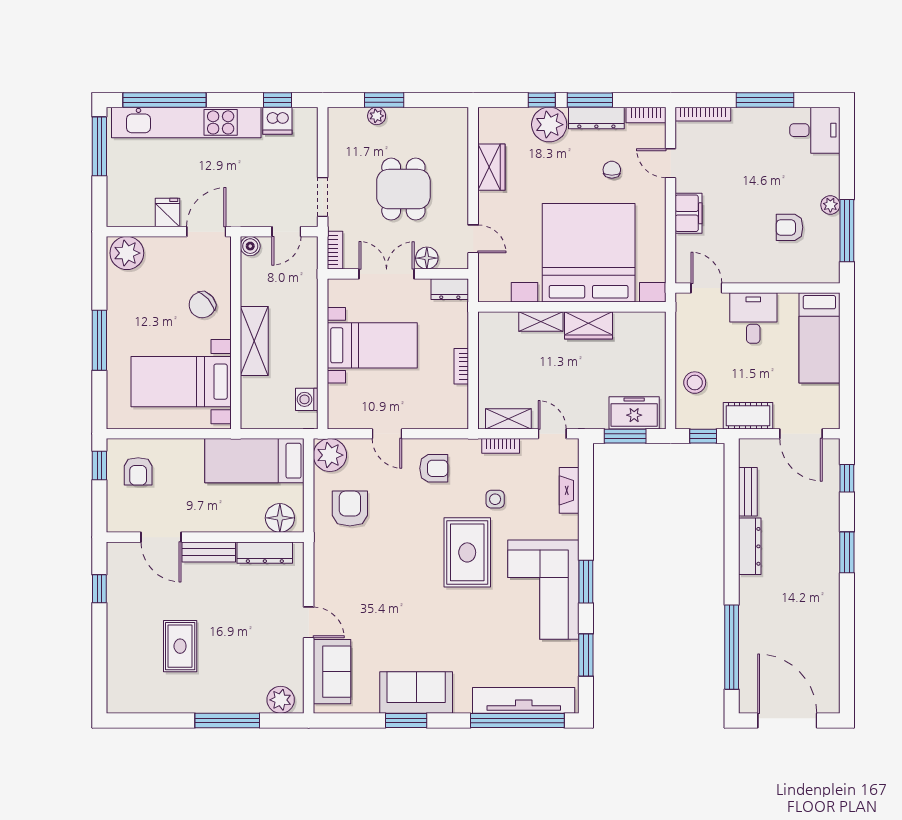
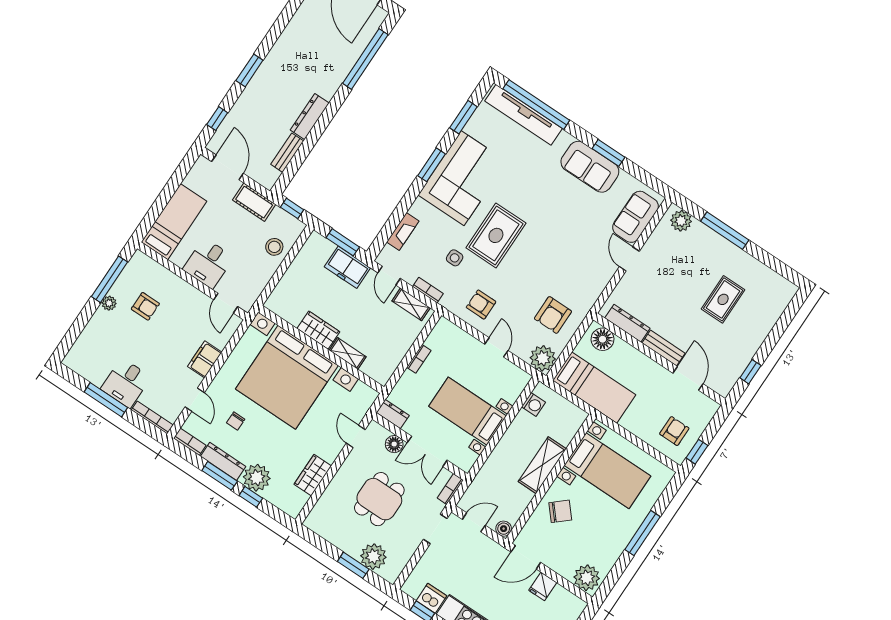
plant: (377, 116) -> (373, 557), width x1.87, depth x1.87
desk: (815, 130) -> (126, 383), moved, turned -90
freezer: (634, 413) -> (347, 267), moved

